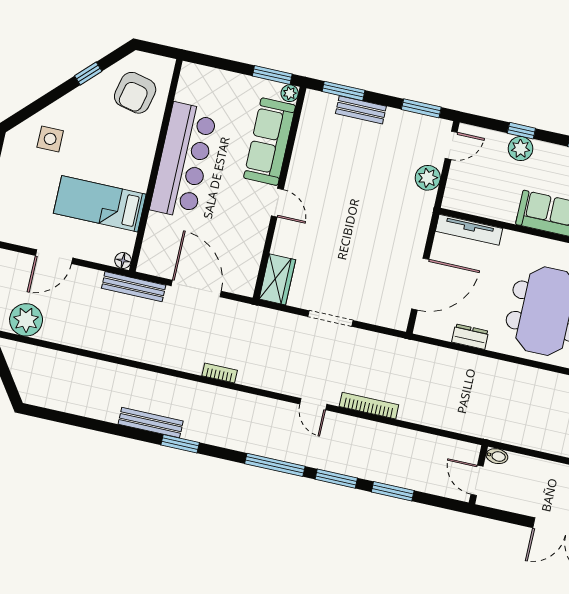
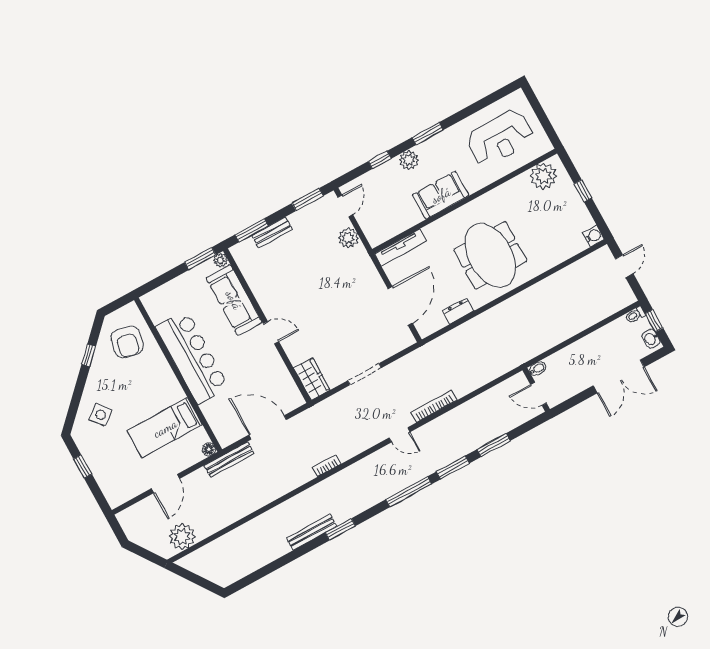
side table: (50, 139) -> (101, 415), turned -38
plant: (520, 149) -> (409, 160), moved

